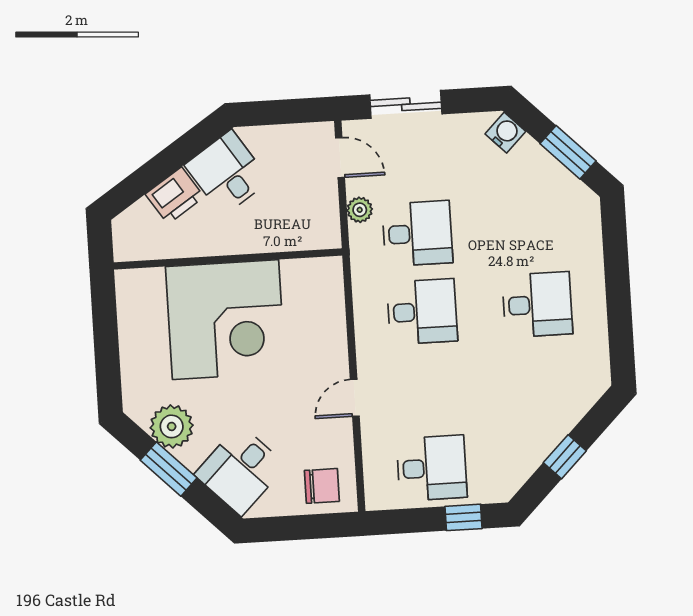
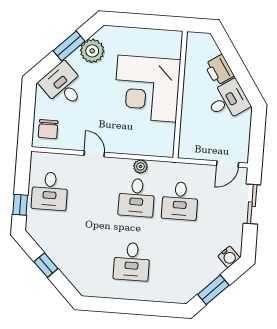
plant: (360, 210) -> (140, 167), moved

